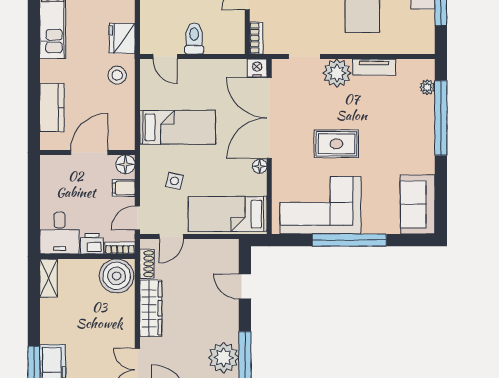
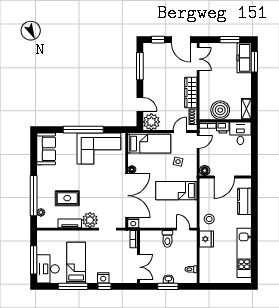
rug: (336, 144) -> (67, 198), moved
filing cabinet: (124, 188) -> (206, 158), removed
boiler: (117, 276) -> (220, 110), moved
plant: (224, 358) -> (151, 122), moved

